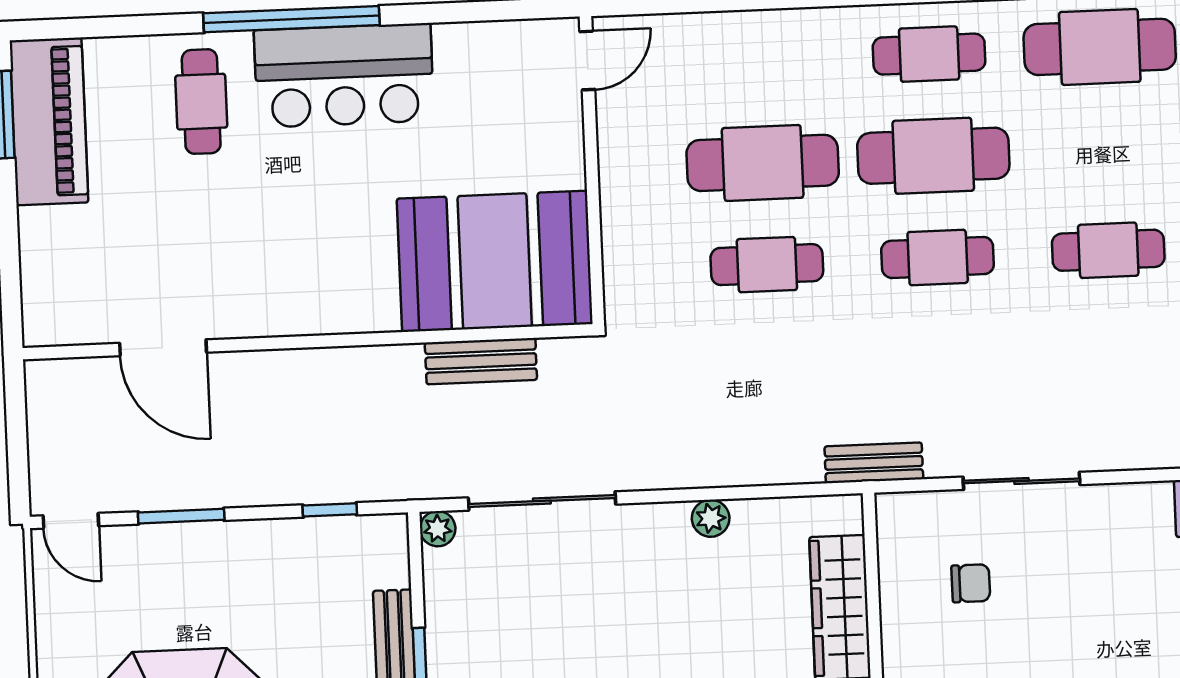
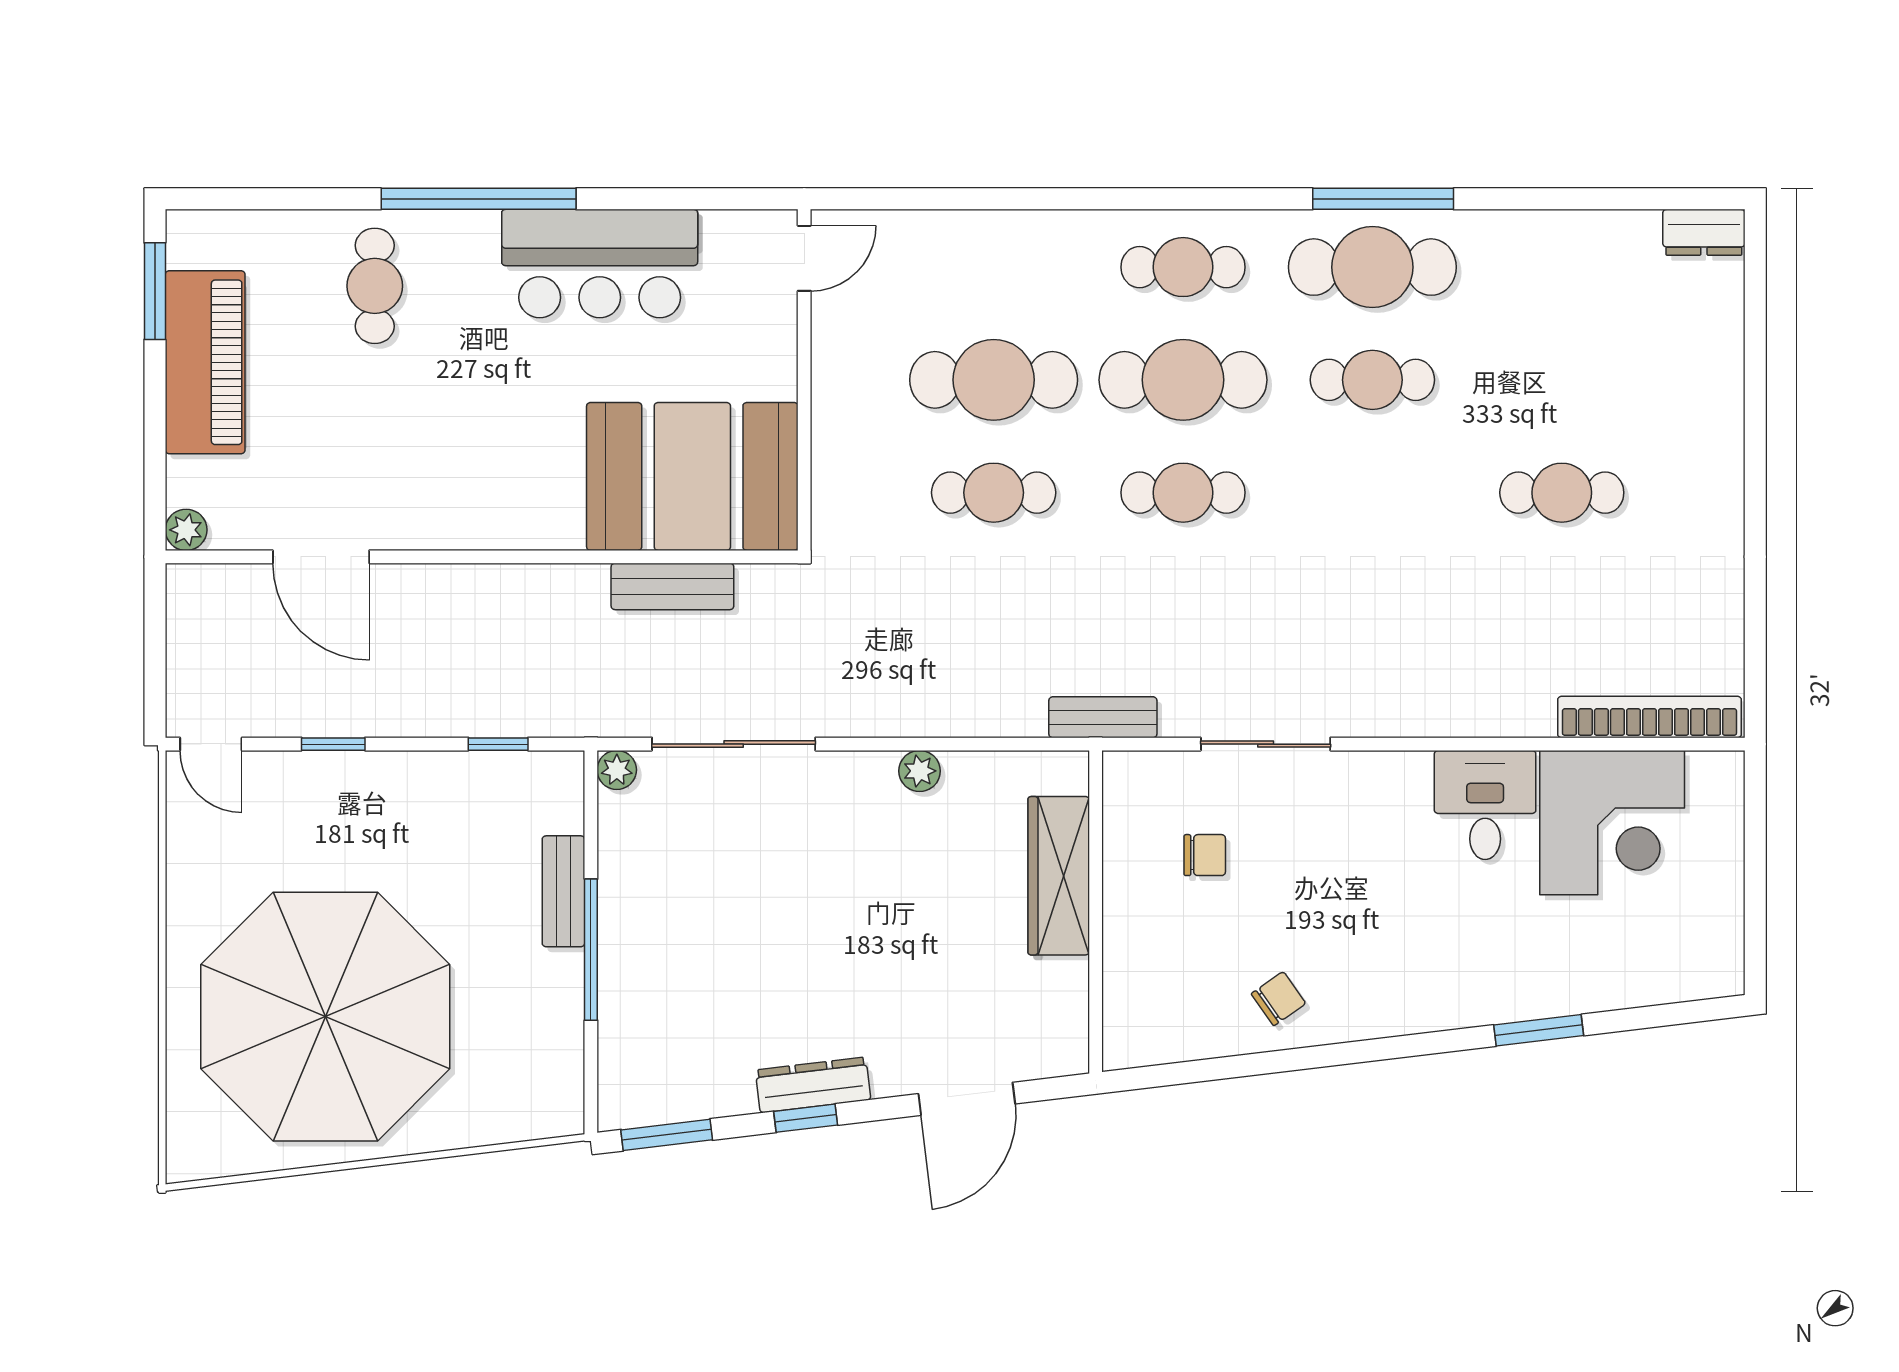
bar counter: (344, 75) -> (600, 264), moved
piano: (49, 121) -> (205, 362), moved
cafe table: (1108, 250) -> (1372, 380), moved
plant: (40, 329) -> (186, 530), added
window: (181, 516) -> (333, 744), width x0.67

